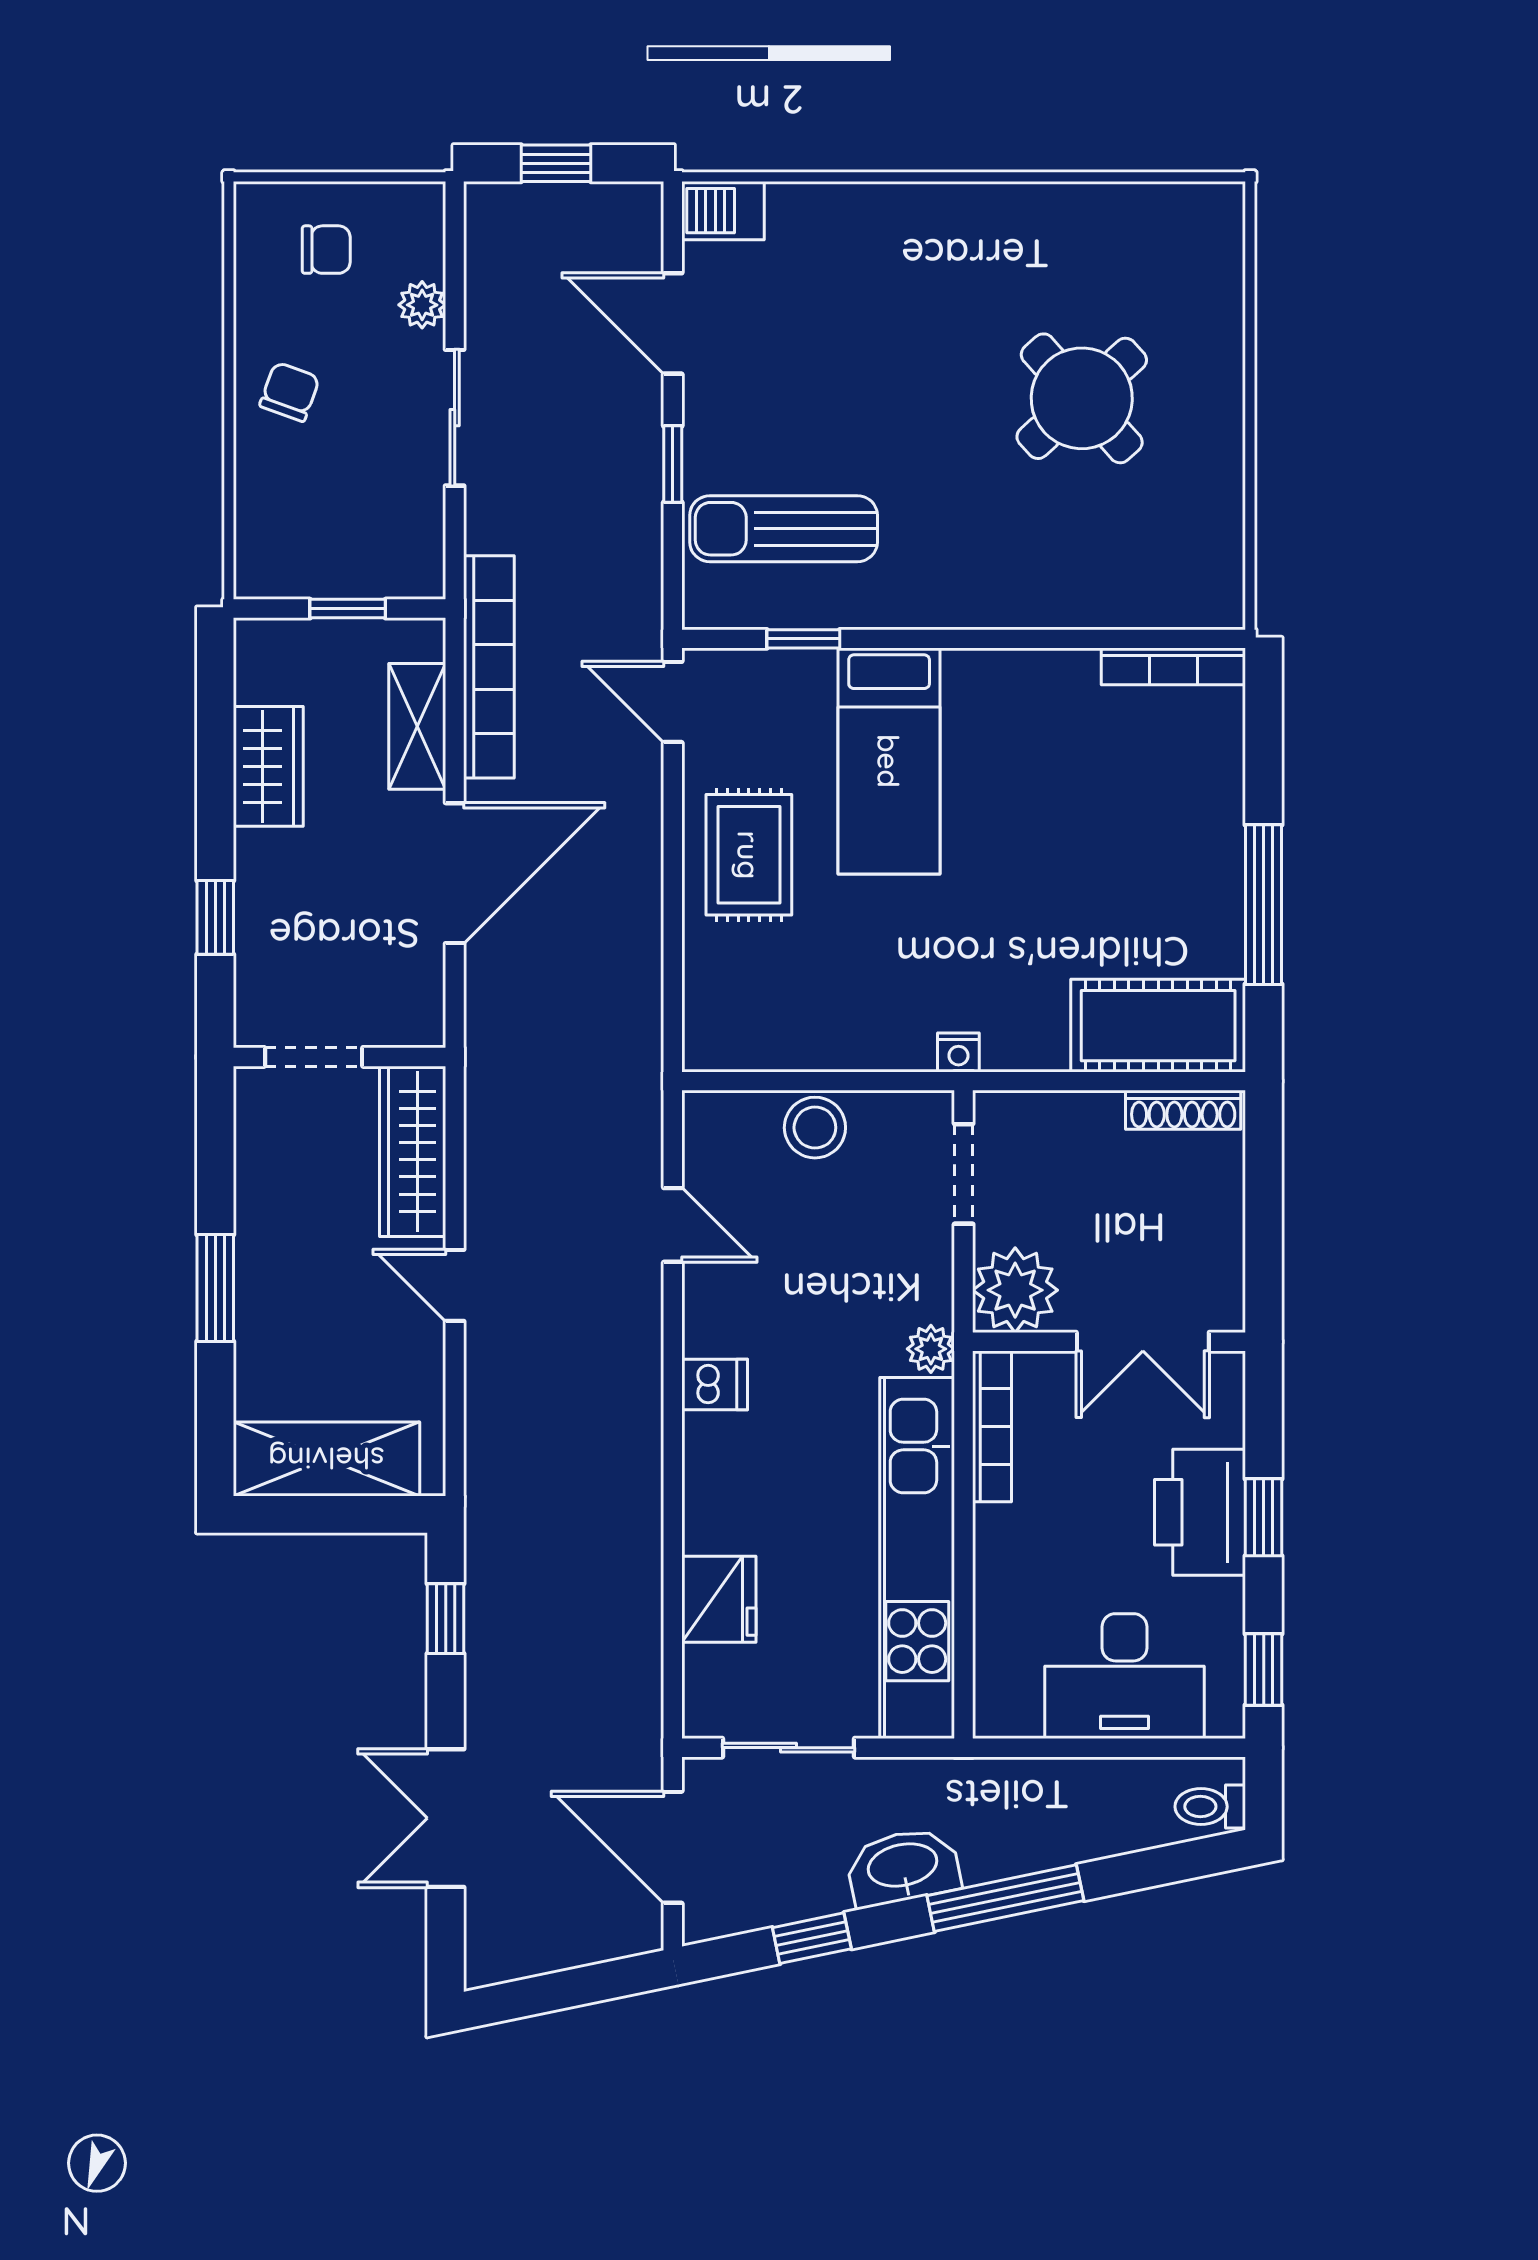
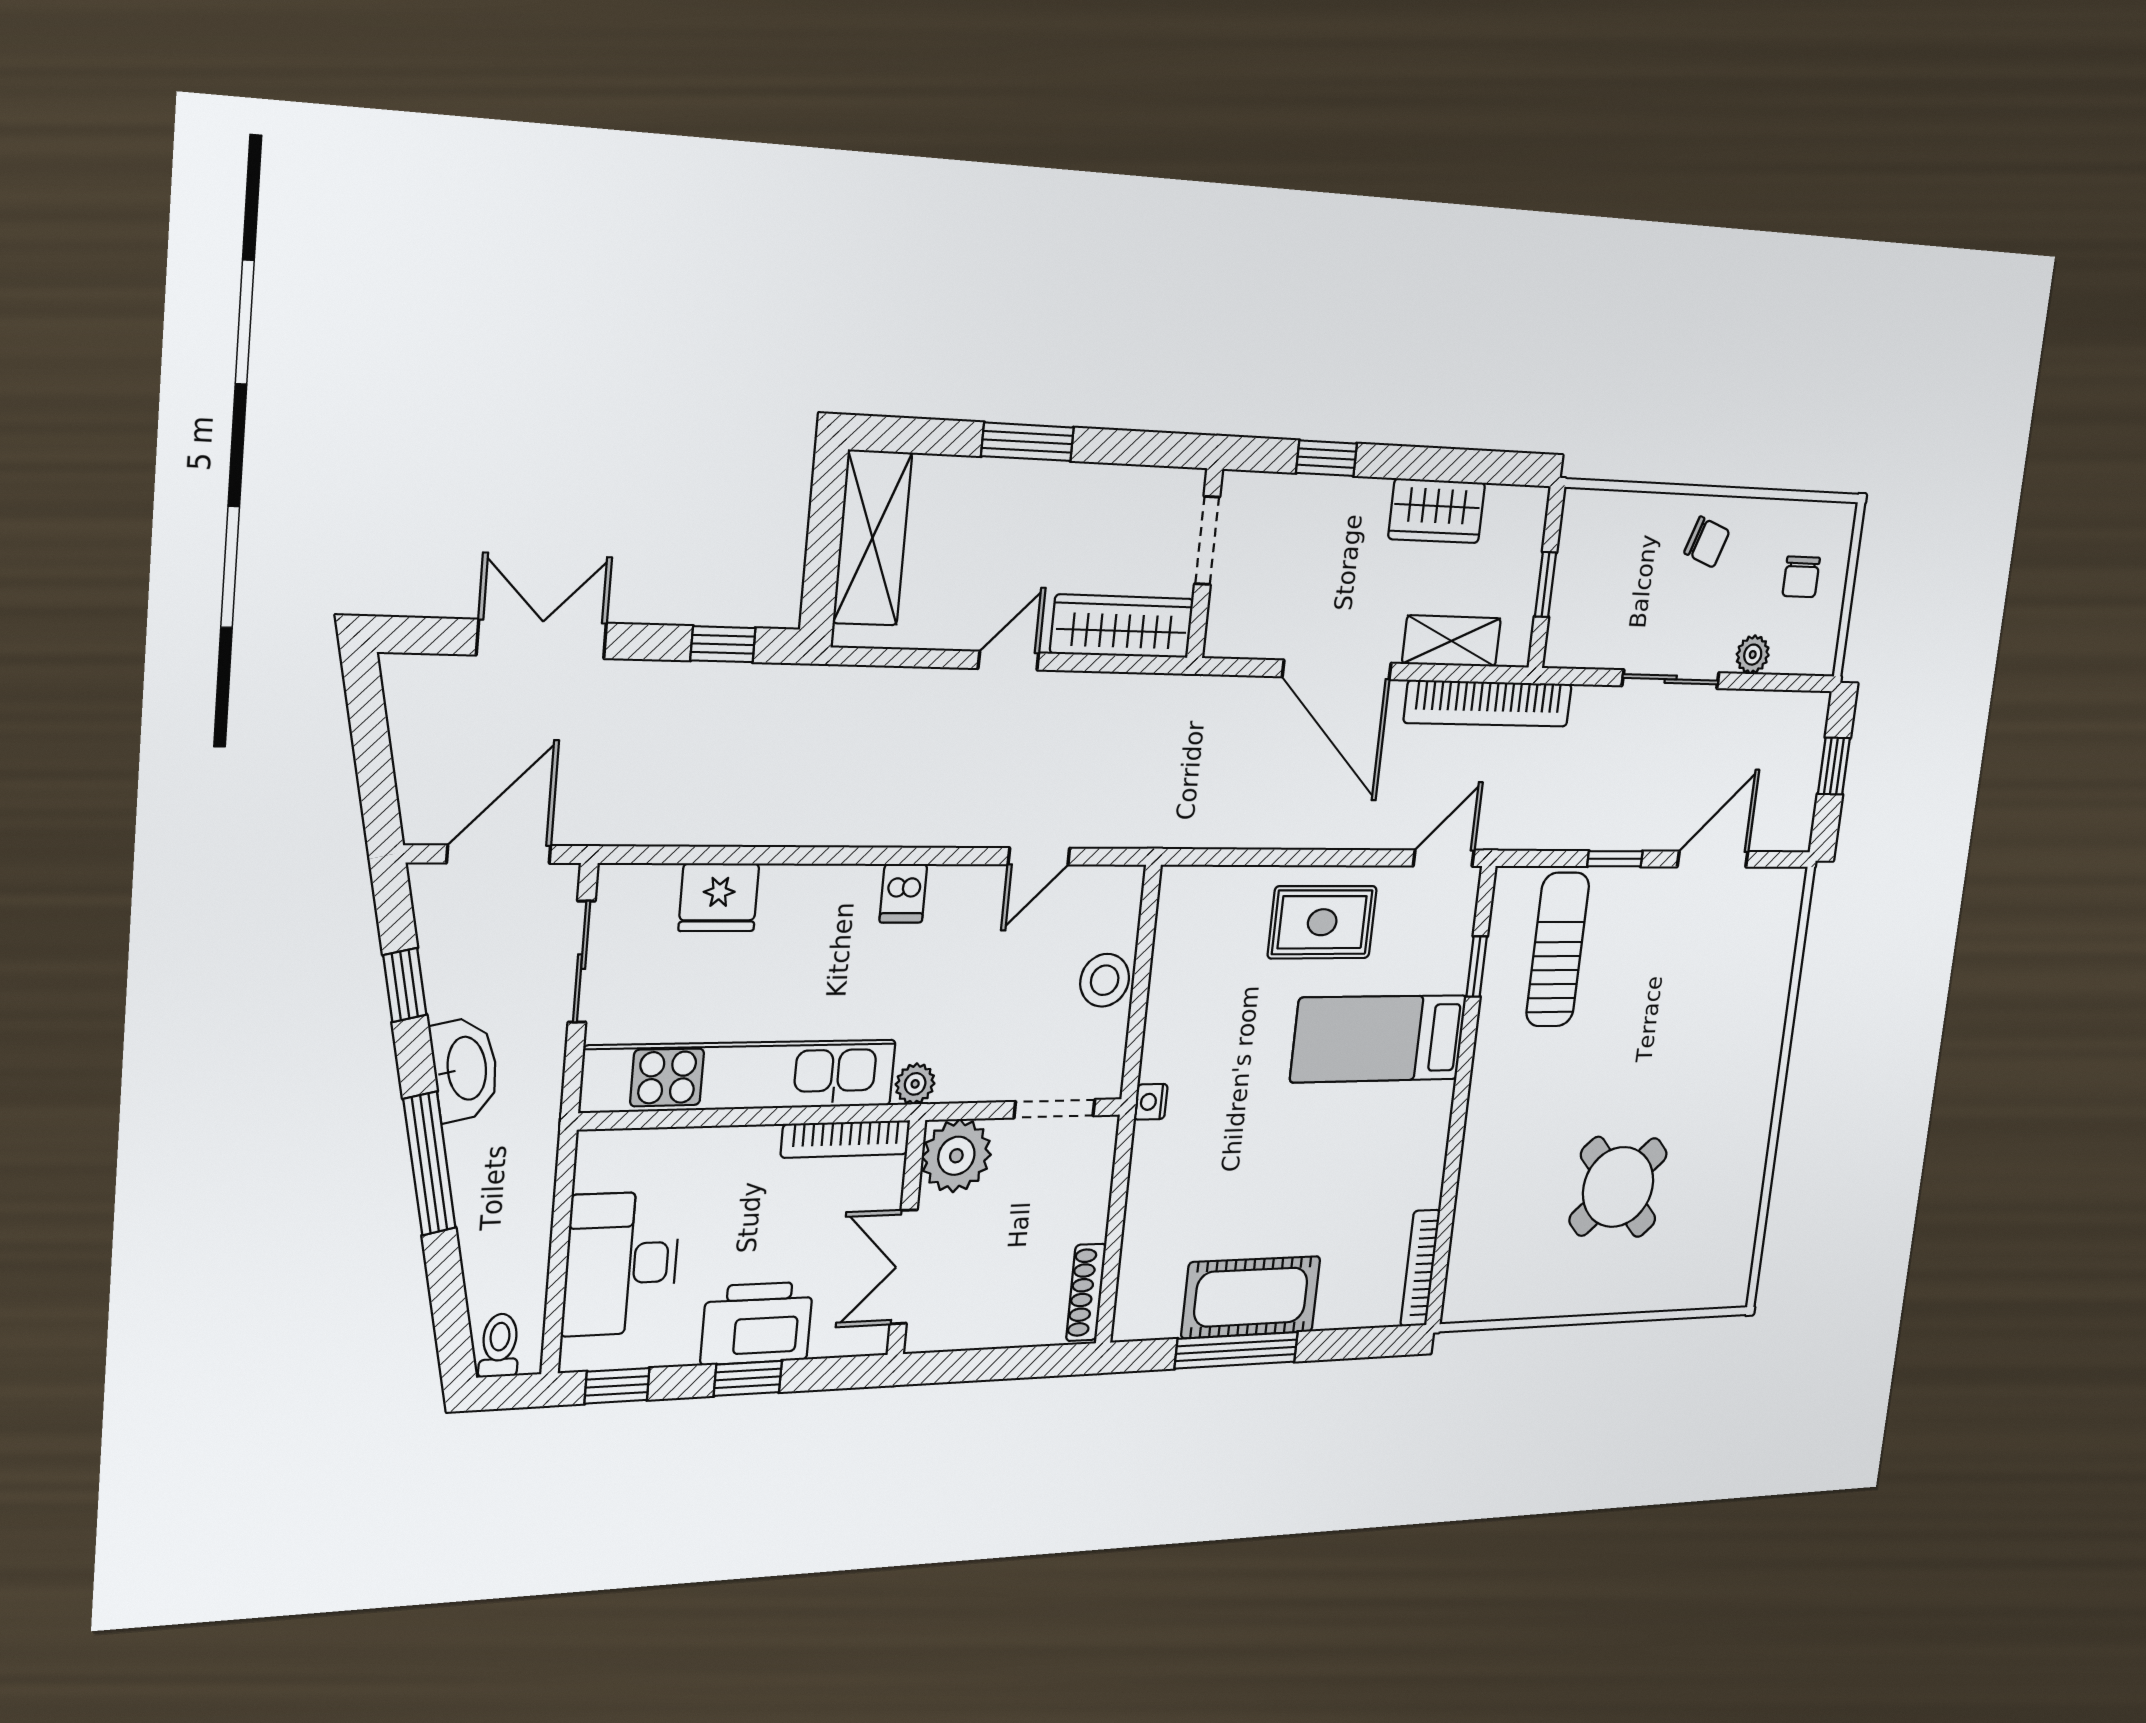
barbecue: (723, 211) -> (1784, 900), removed
cot: (1158, 1026) -> (1251, 1297), moved, turned 90

